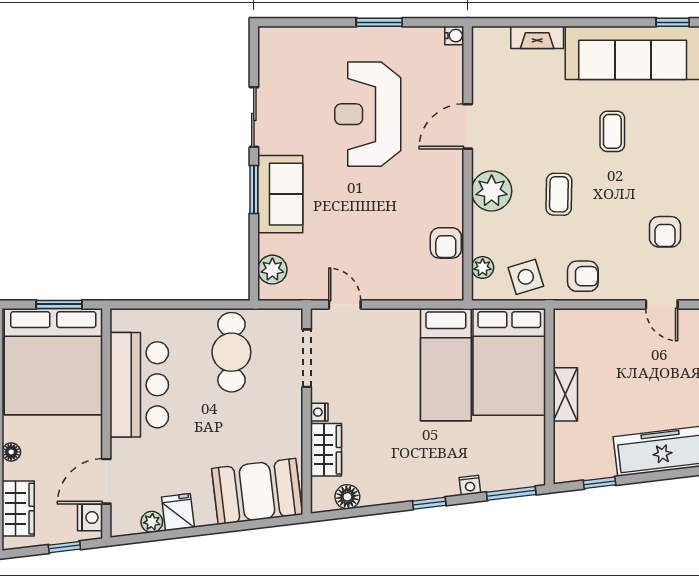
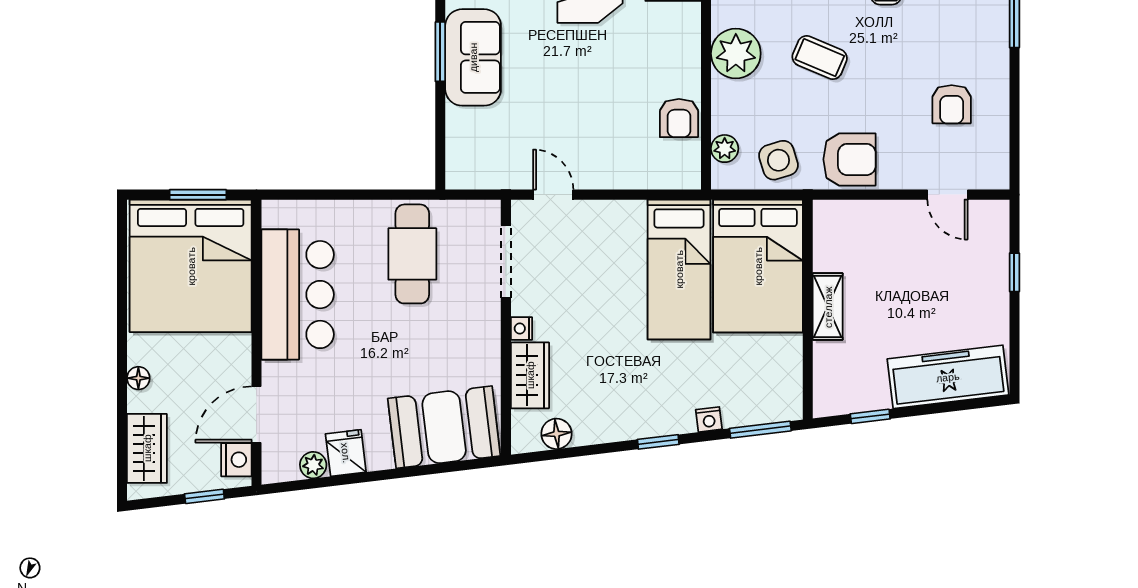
coffee table: (559, 194) -> (820, 58), turned -68
plant: (272, 270) -> (463, 151), removed
armchair: (583, 276) -> (849, 159), width x1.38, depth x1.38

